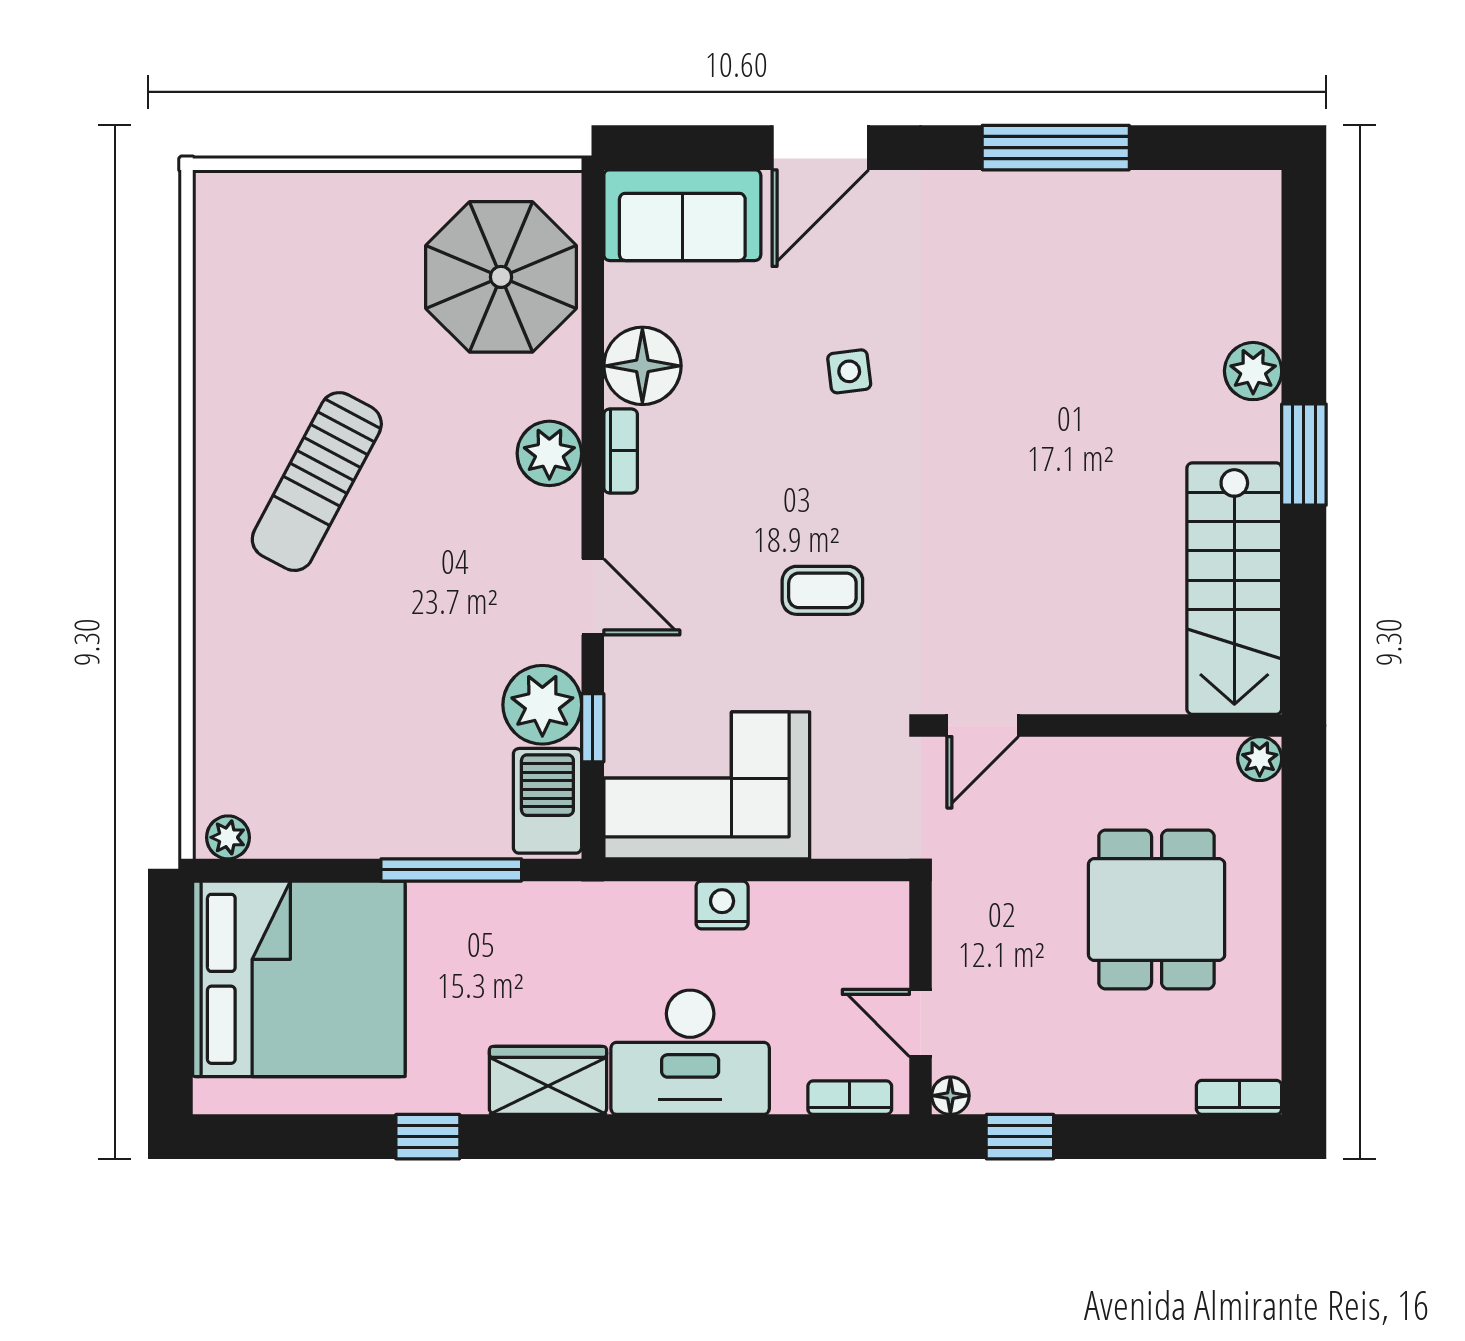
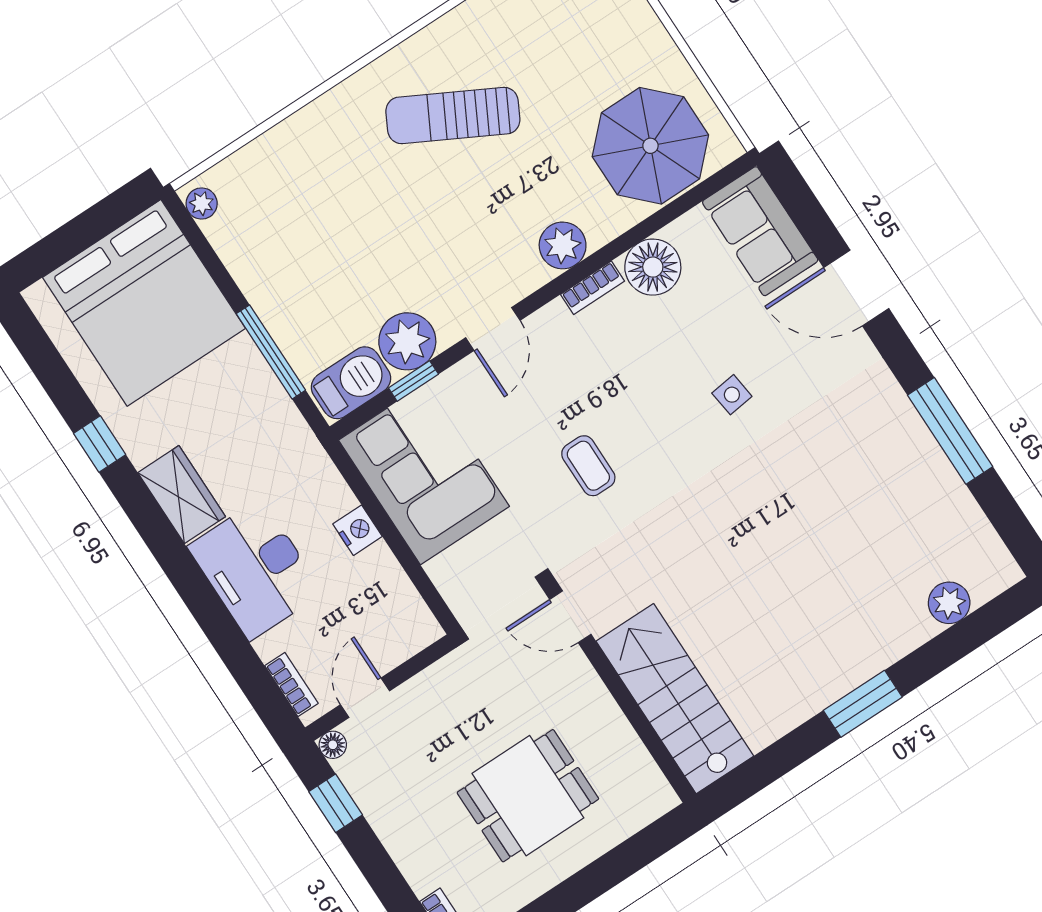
plant: (1253, 371) -> (949, 603), moved
stairs: (1234, 589) -> (675, 699), moved, turned 90
plant: (1260, 759) -> (661, 798), removed

